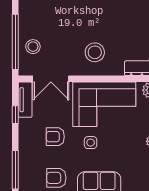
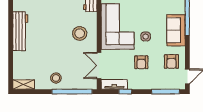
stool: (33, 47) -> (56, 78), moved
double door: (51, 79) -> (99, 65), swing flipped

